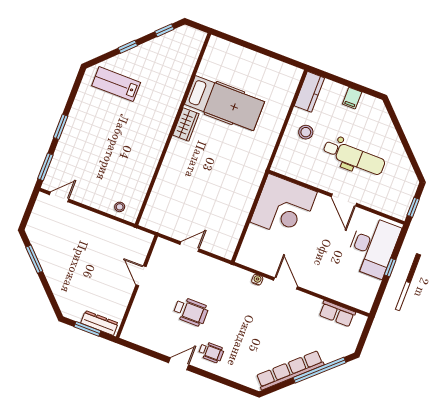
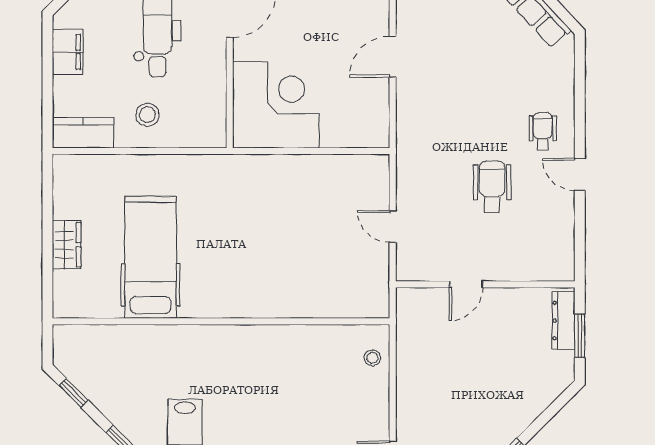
filing cabinet: (352, 98) -> (68, 52), width x2.00
wardrobe: (186, 124) -> (67, 245), moved, turned 90
water cooler: (257, 280) -> (404, 103), removed

